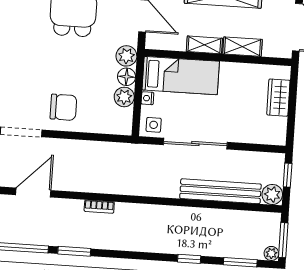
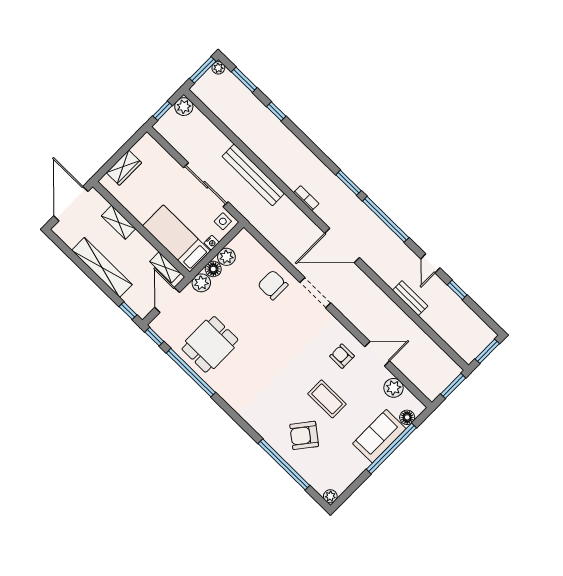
shelving: (204, 45) -> (165, 267), moved
bench: (220, 191) -> (253, 175), moved
door: (33, 193) -> (342, 245), width x1.36

